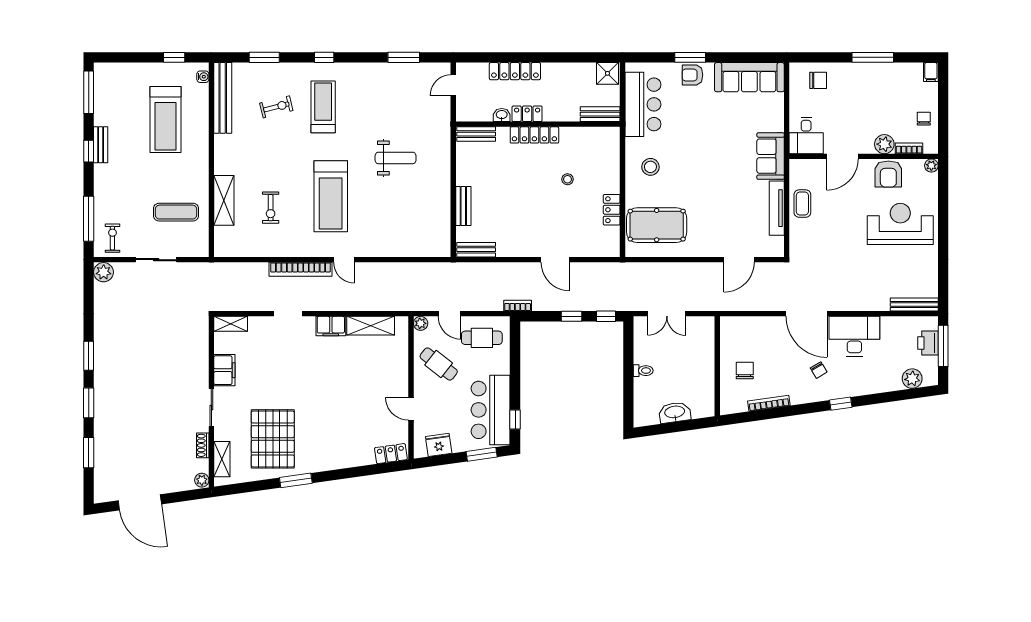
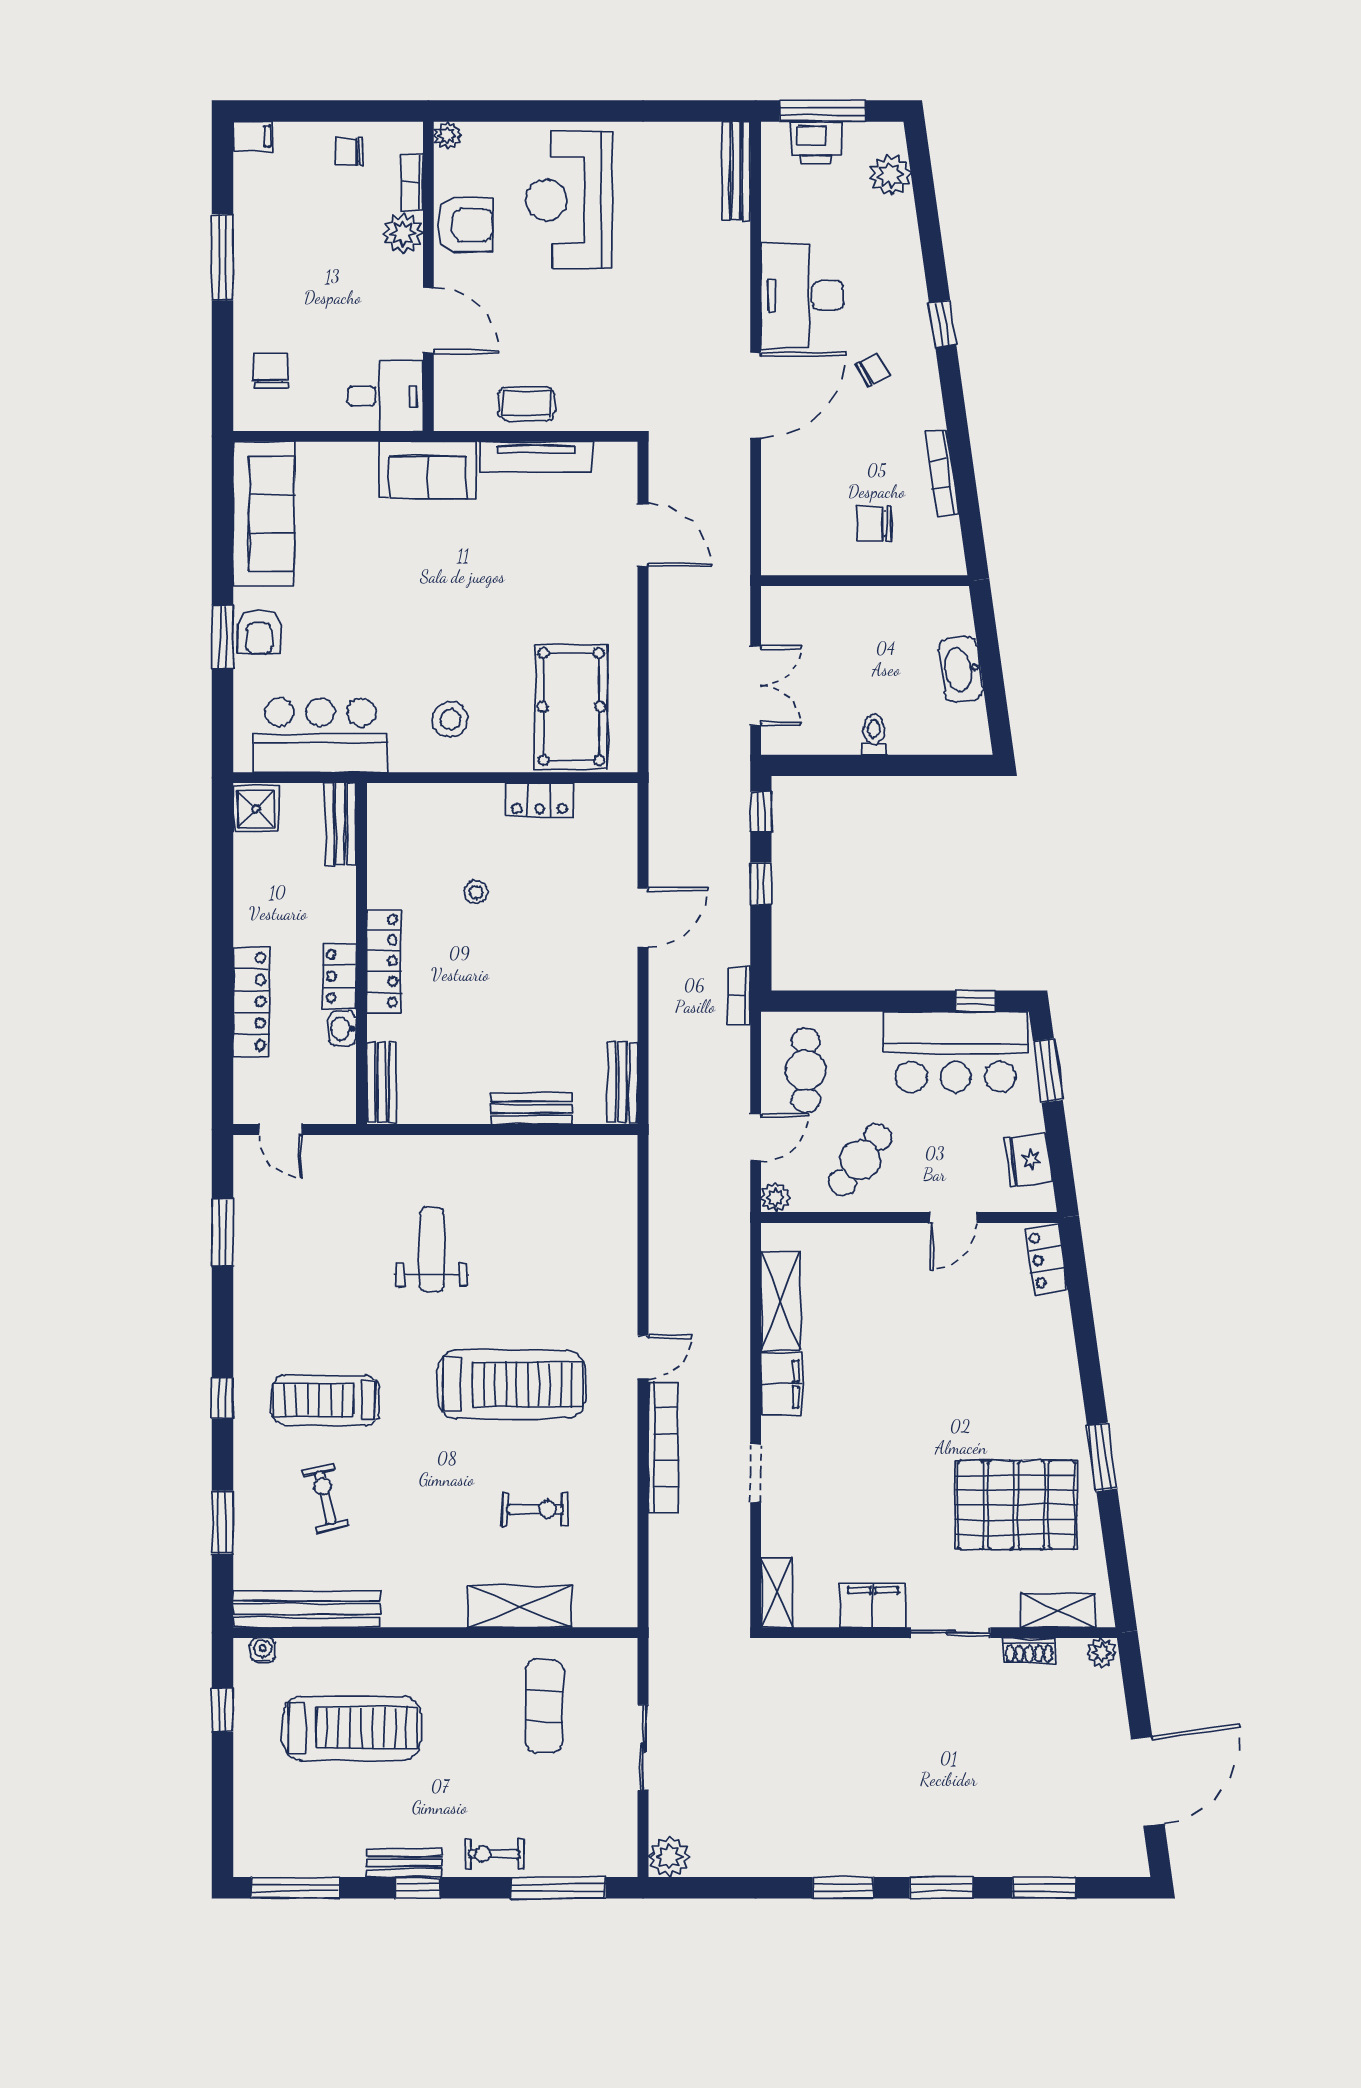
exercise bike: (112, 238) -> (494, 1854), moved

